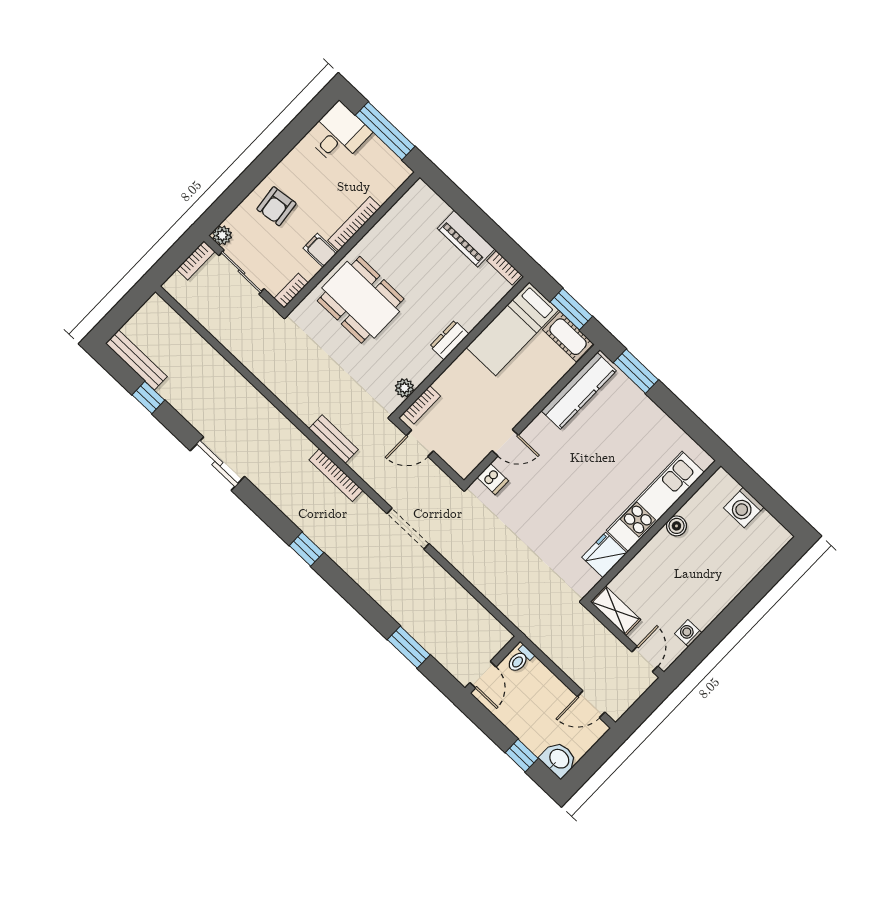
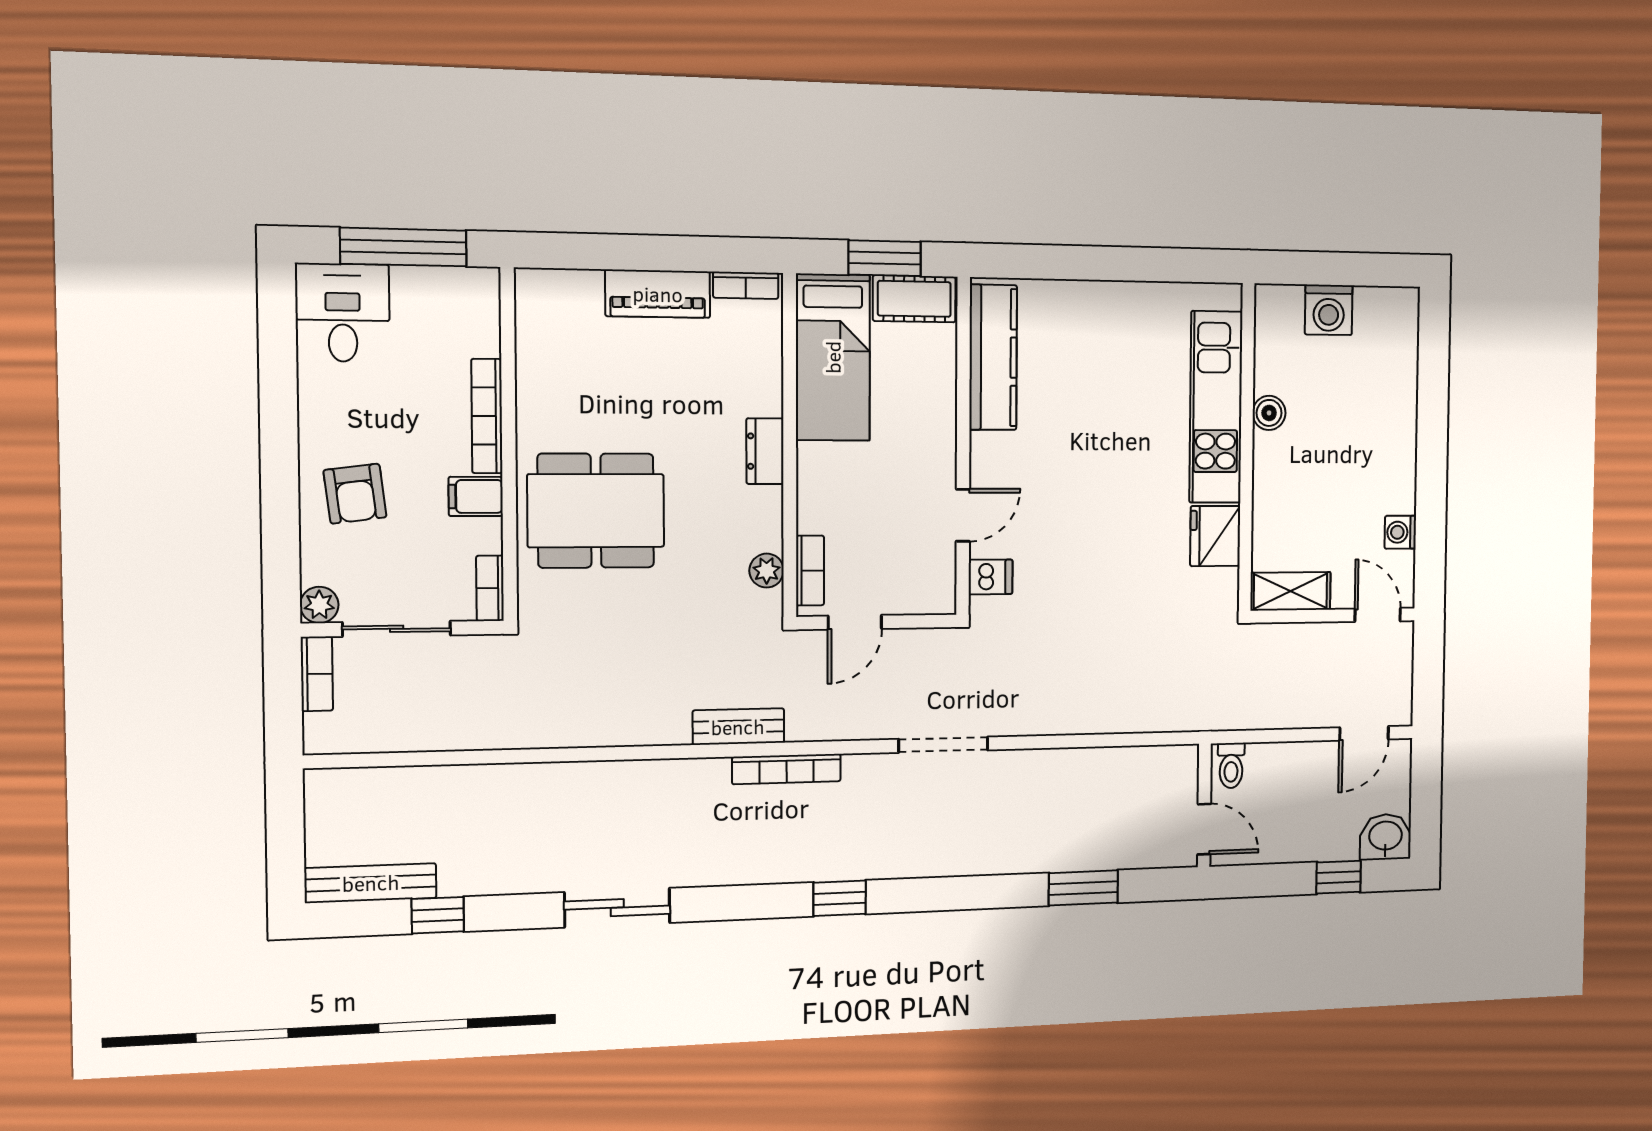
window: (636, 371) -> (1042, 262), removed

